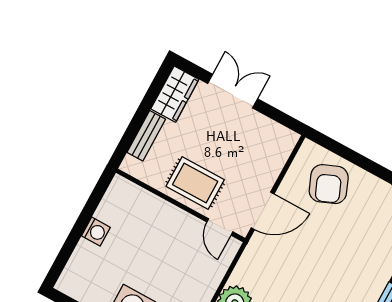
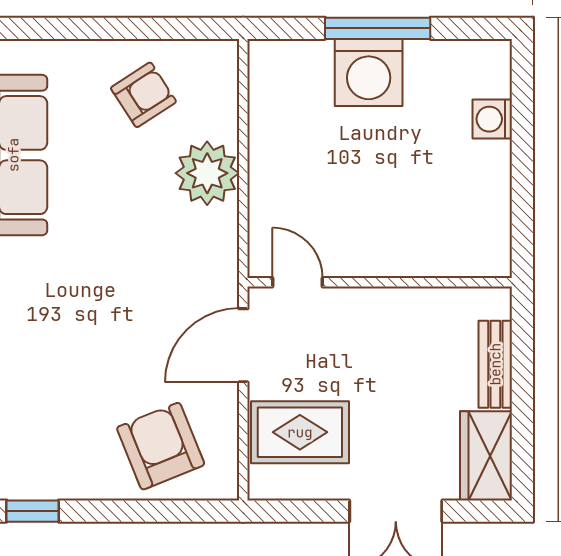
rug: (195, 183) -> (300, 432), moved
washing machine: (96, 232) -> (492, 119), moved

